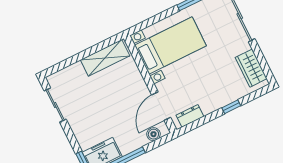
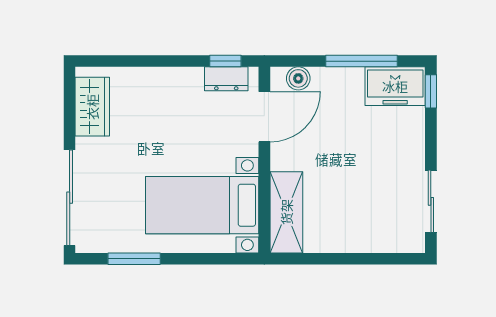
shelving: (105, 58) -> (286, 212), moved, turned 90
window: (231, 107) -> (225, 61), moved

